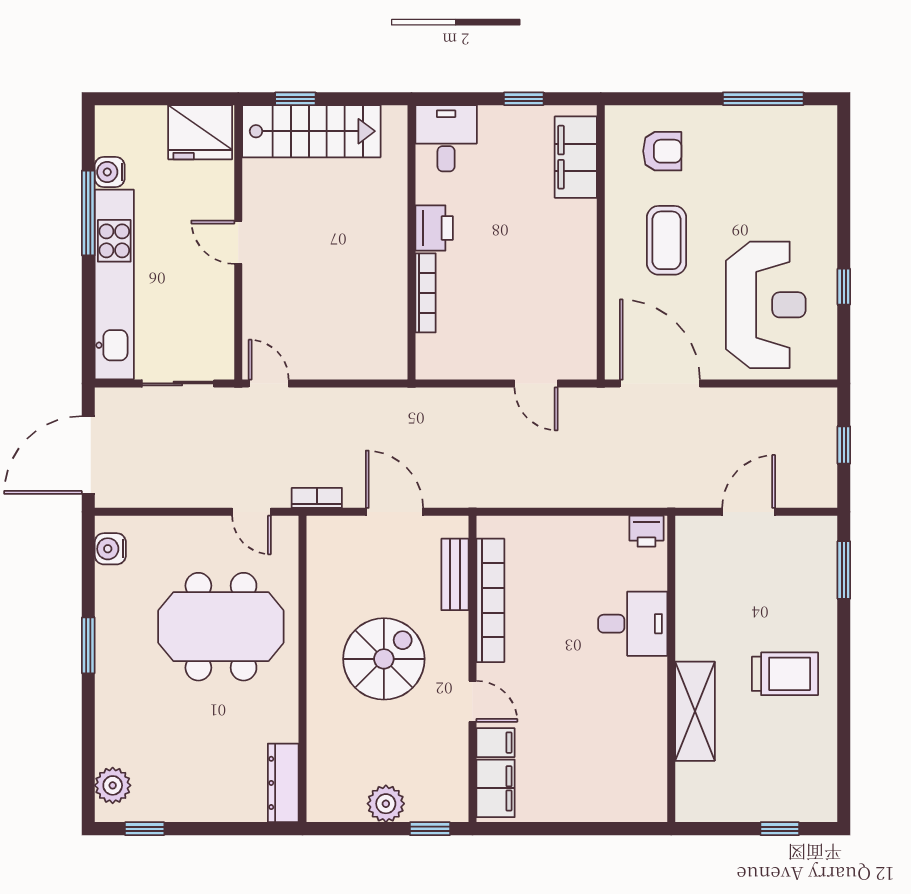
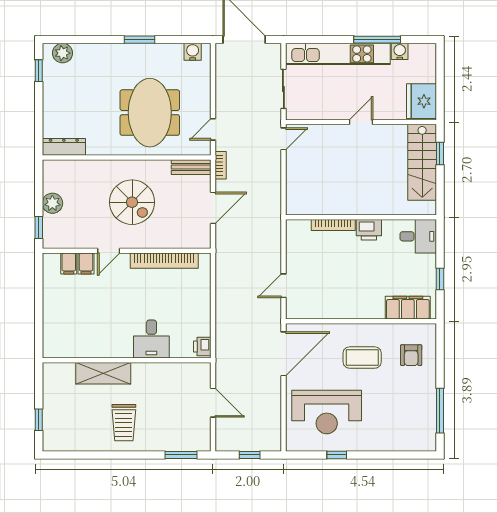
bench: (455, 574) -> (191, 167), moved
filing cabinet: (496, 788) -> (69, 264), width x0.50

